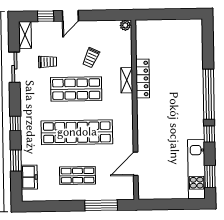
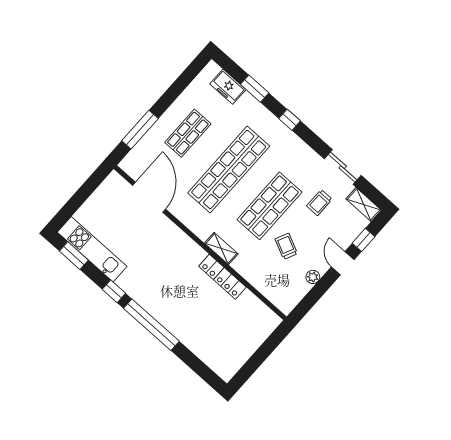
plant: (125, 25) -> (313, 277), moved
shelving: (127, 80) -> (221, 249), moved
door: (136, 164) -> (149, 197), width x1.36

